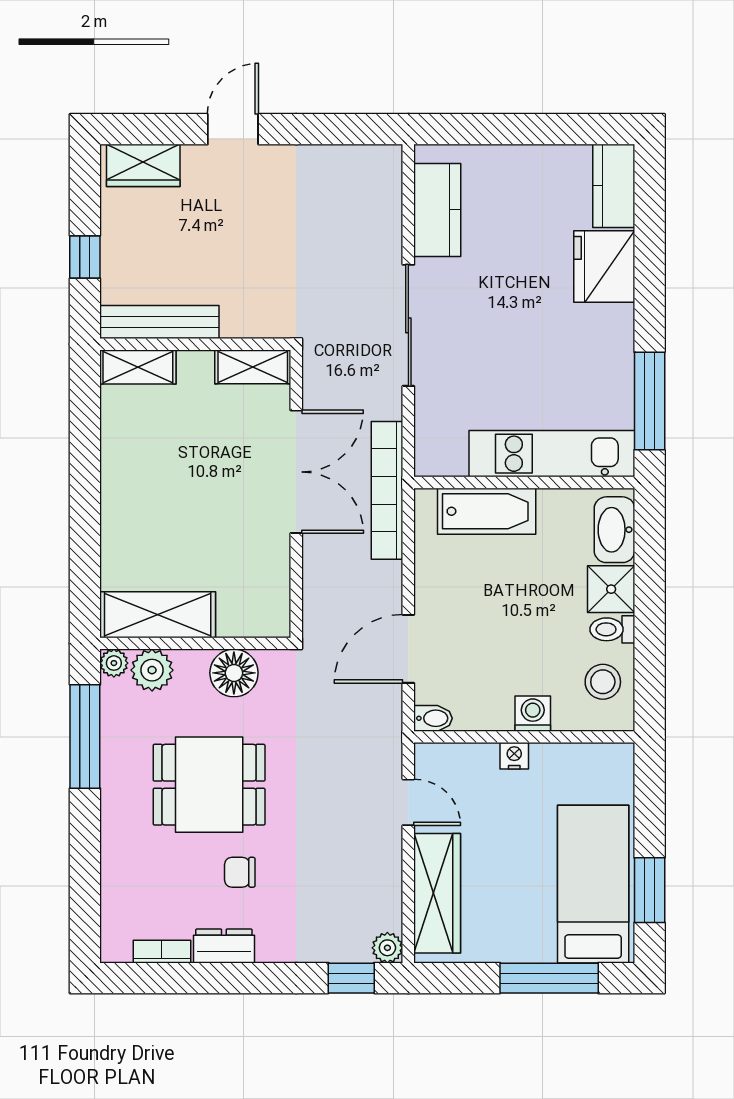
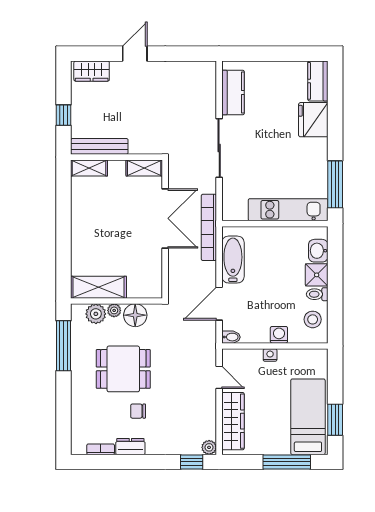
bathtub: (487, 511) -> (233, 260), moved, turned -90
washbasin: (614, 530) -> (318, 251), width x0.72
plant: (114, 663) -> (114, 310), moved

